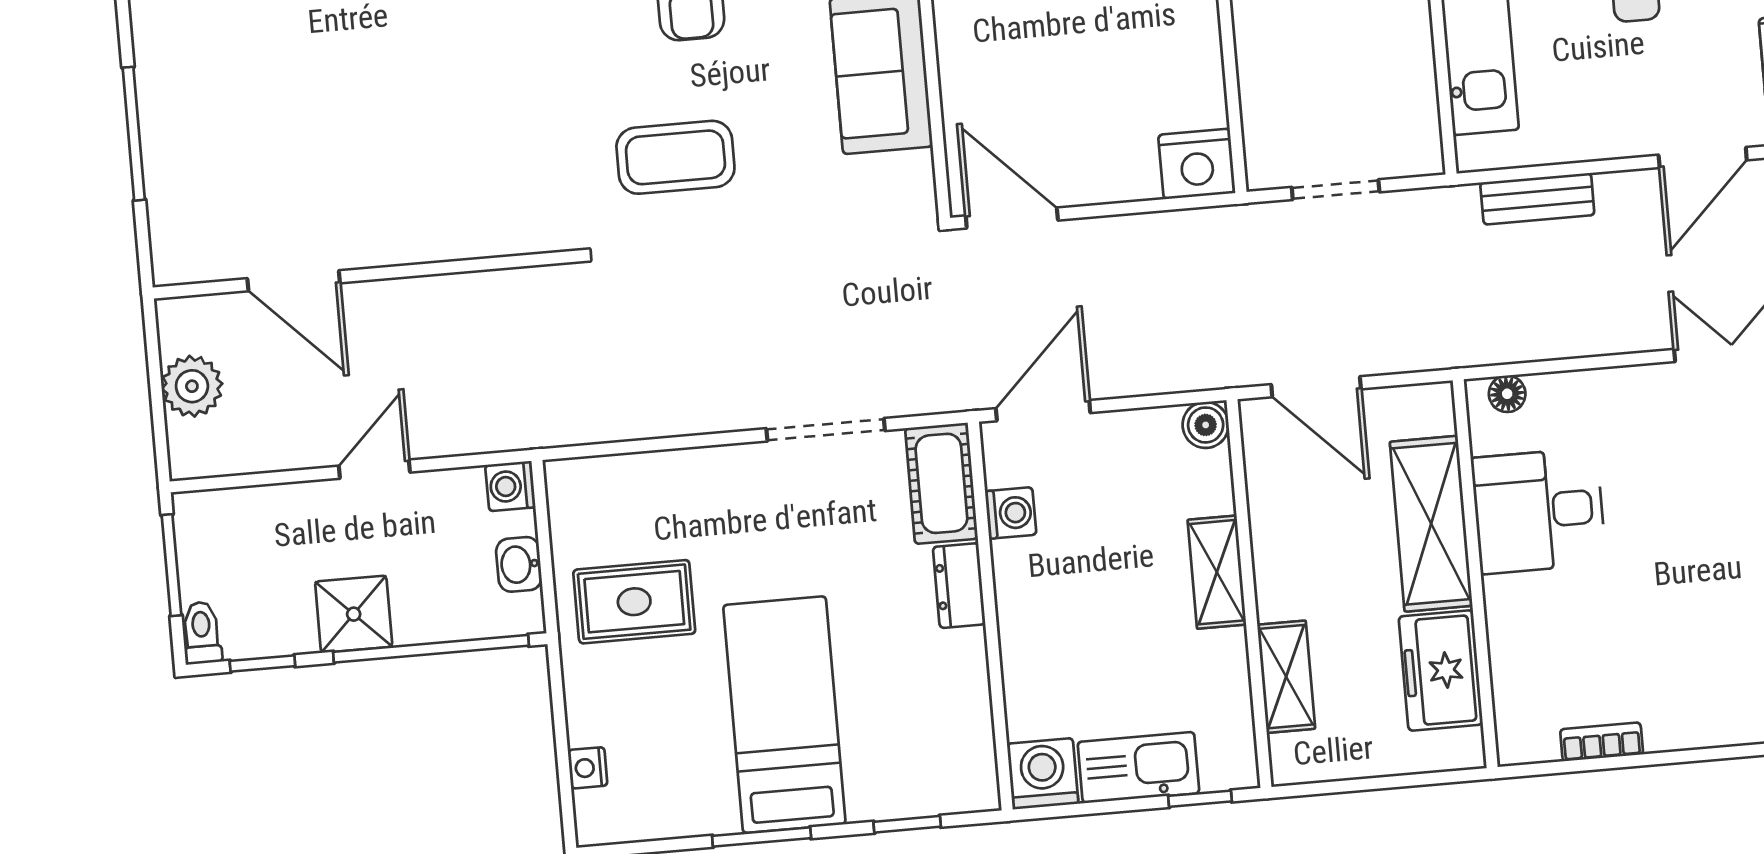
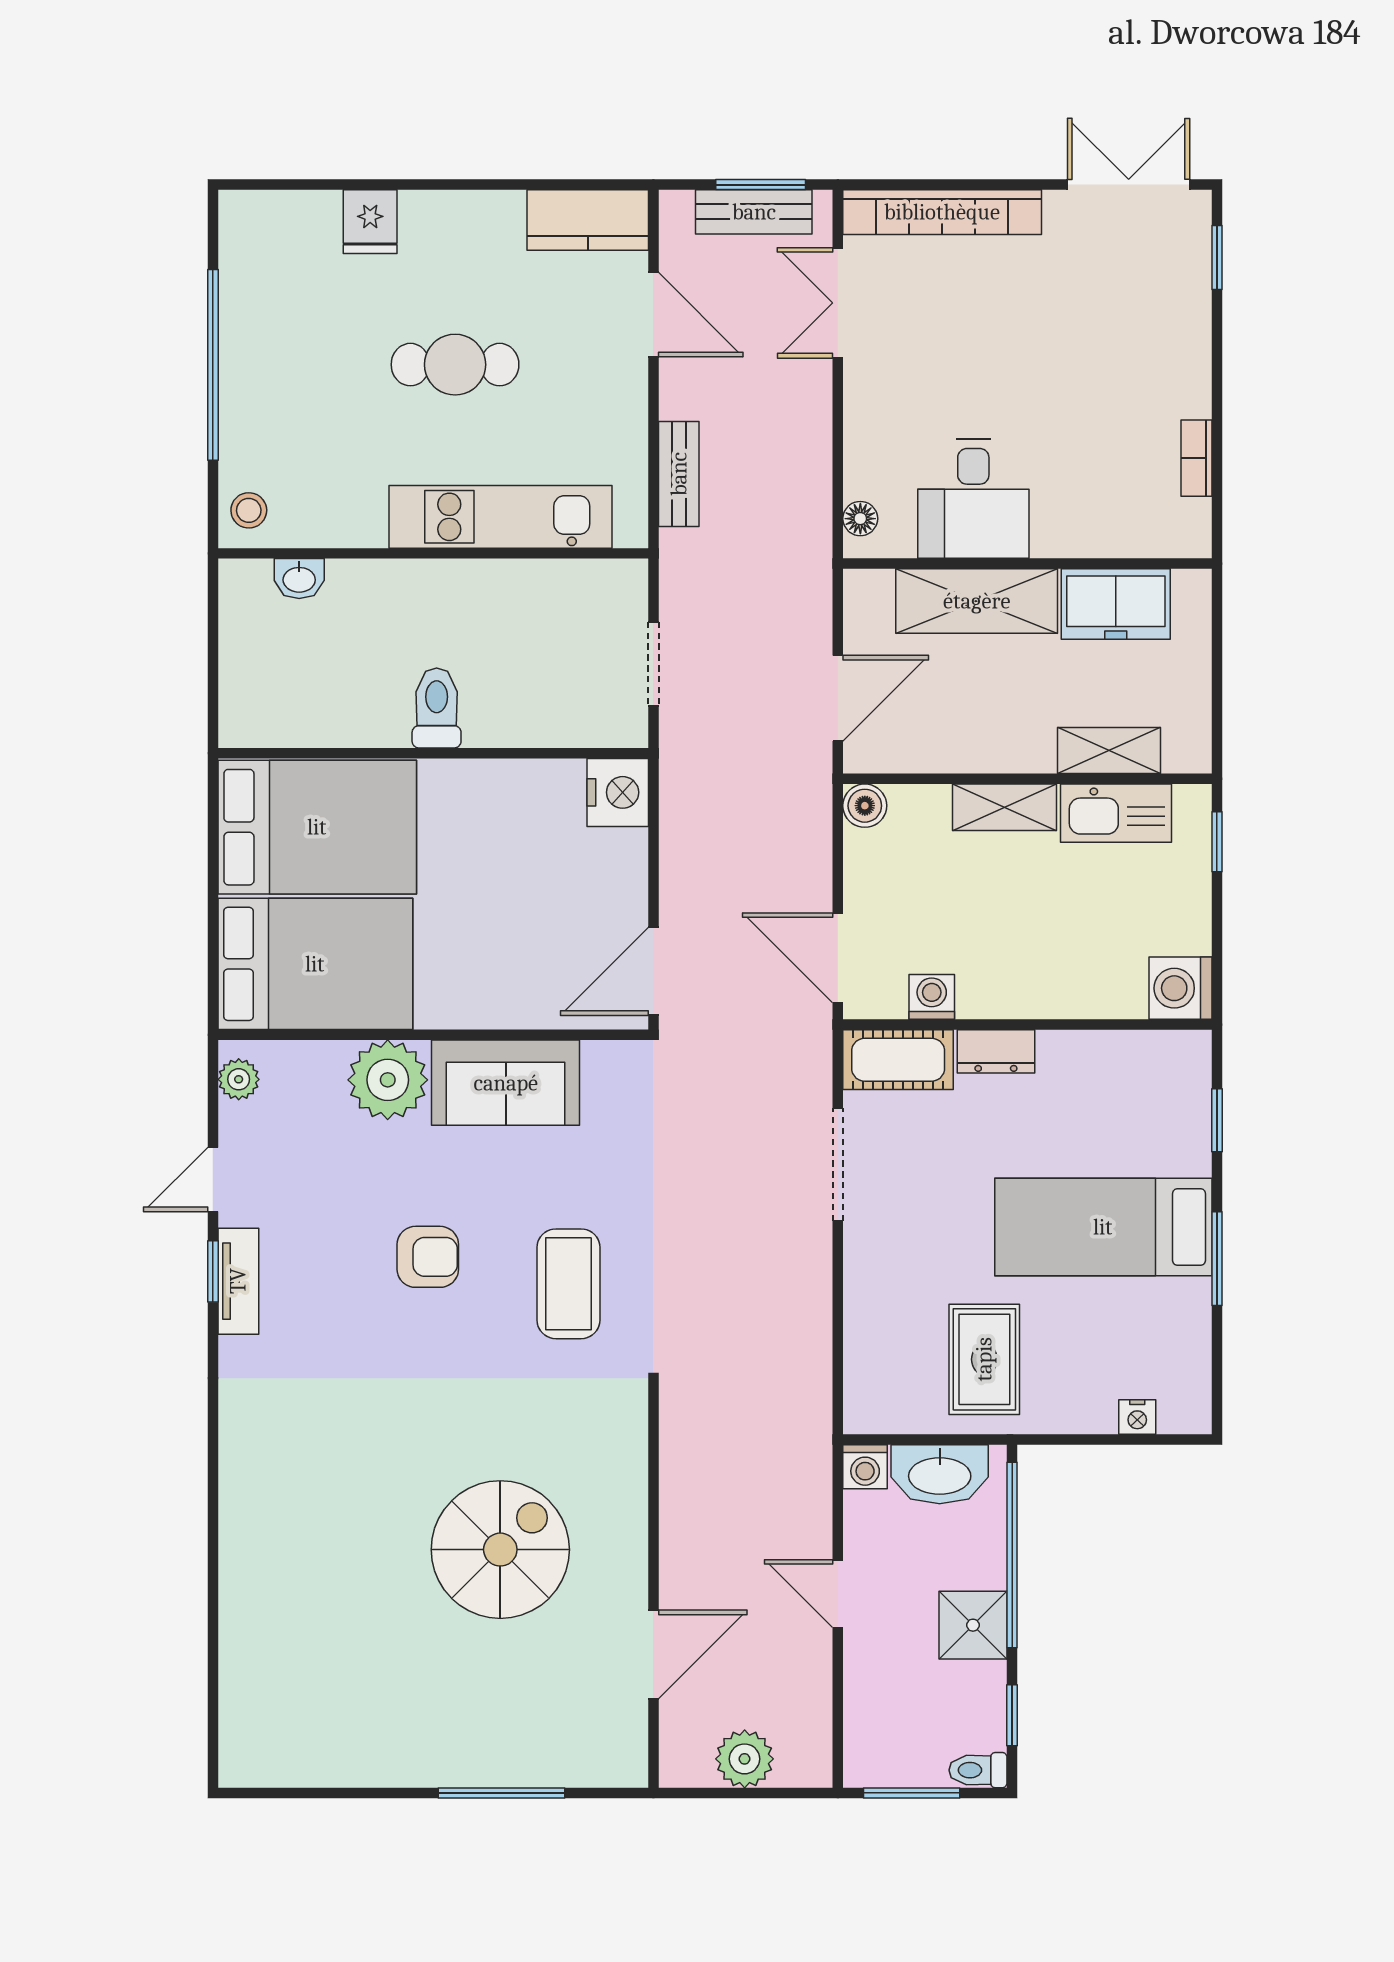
spiral stairs: (390, 110) -> (500, 1550), added
washbasin: (519, 564) -> (940, 1474), width x1.91, depth x1.45
kitchen sink: (1138, 768) -> (1116, 813), moved, turned -90

